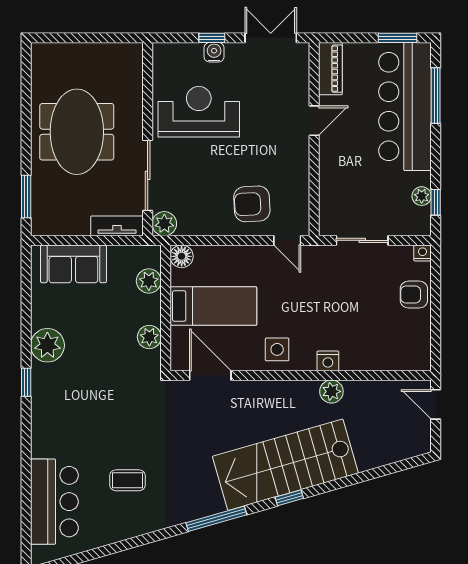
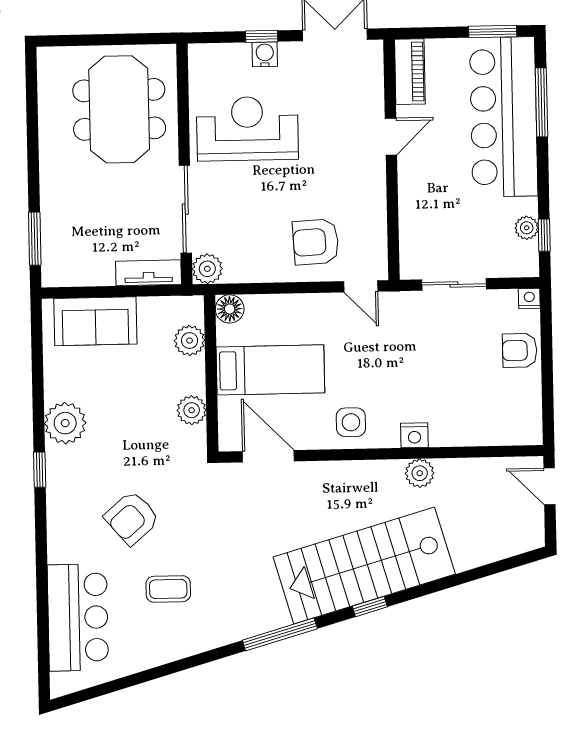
meeting table: (77, 132) -> (119, 109), moved
armchair: (99, 423) -> (132, 518), added

